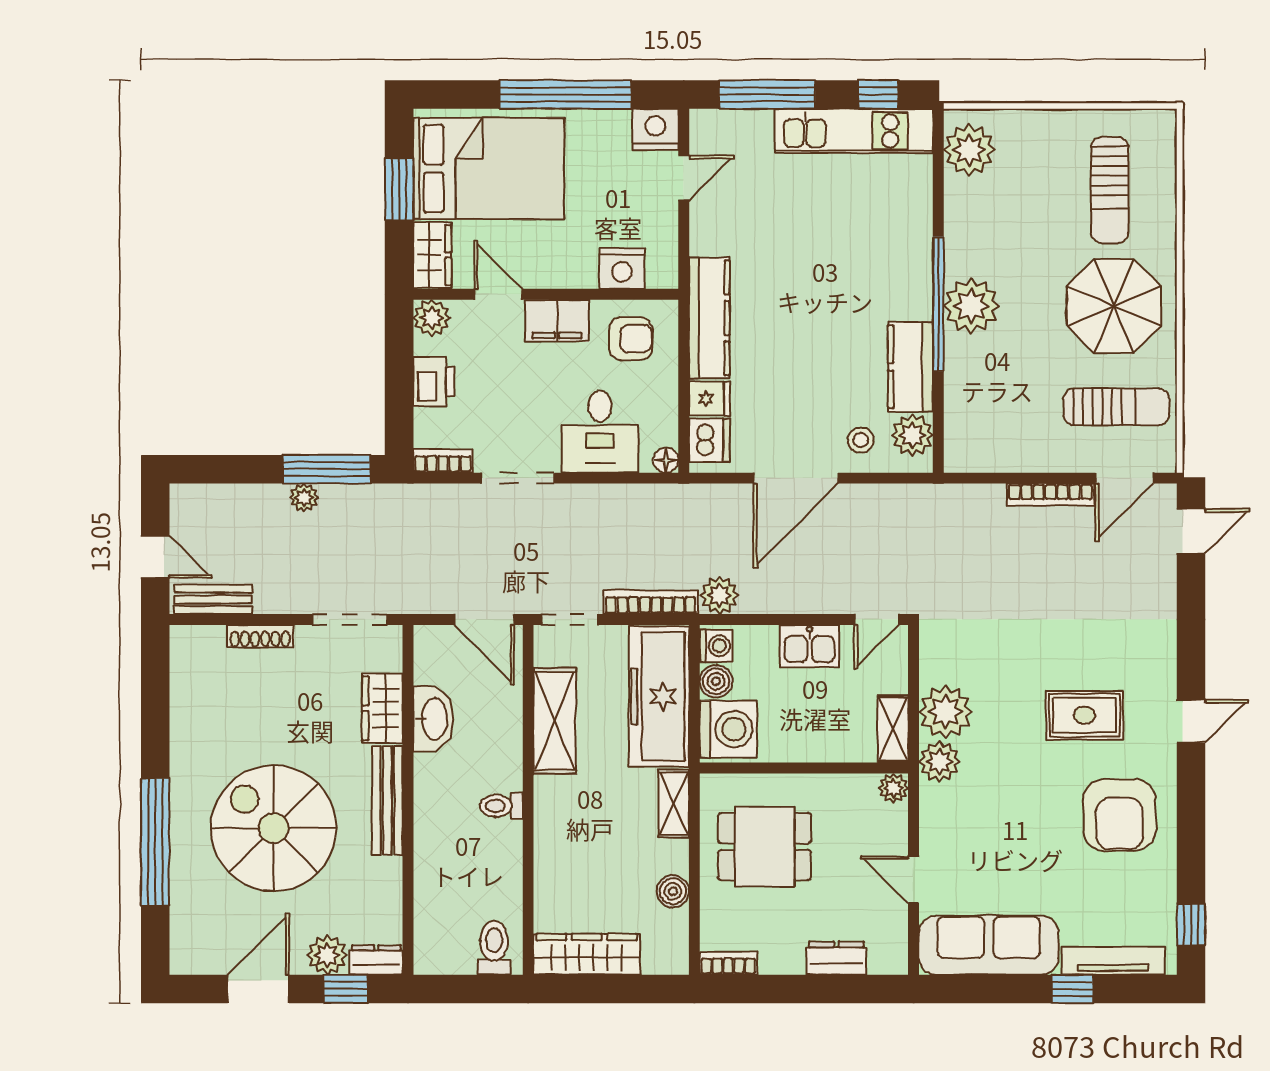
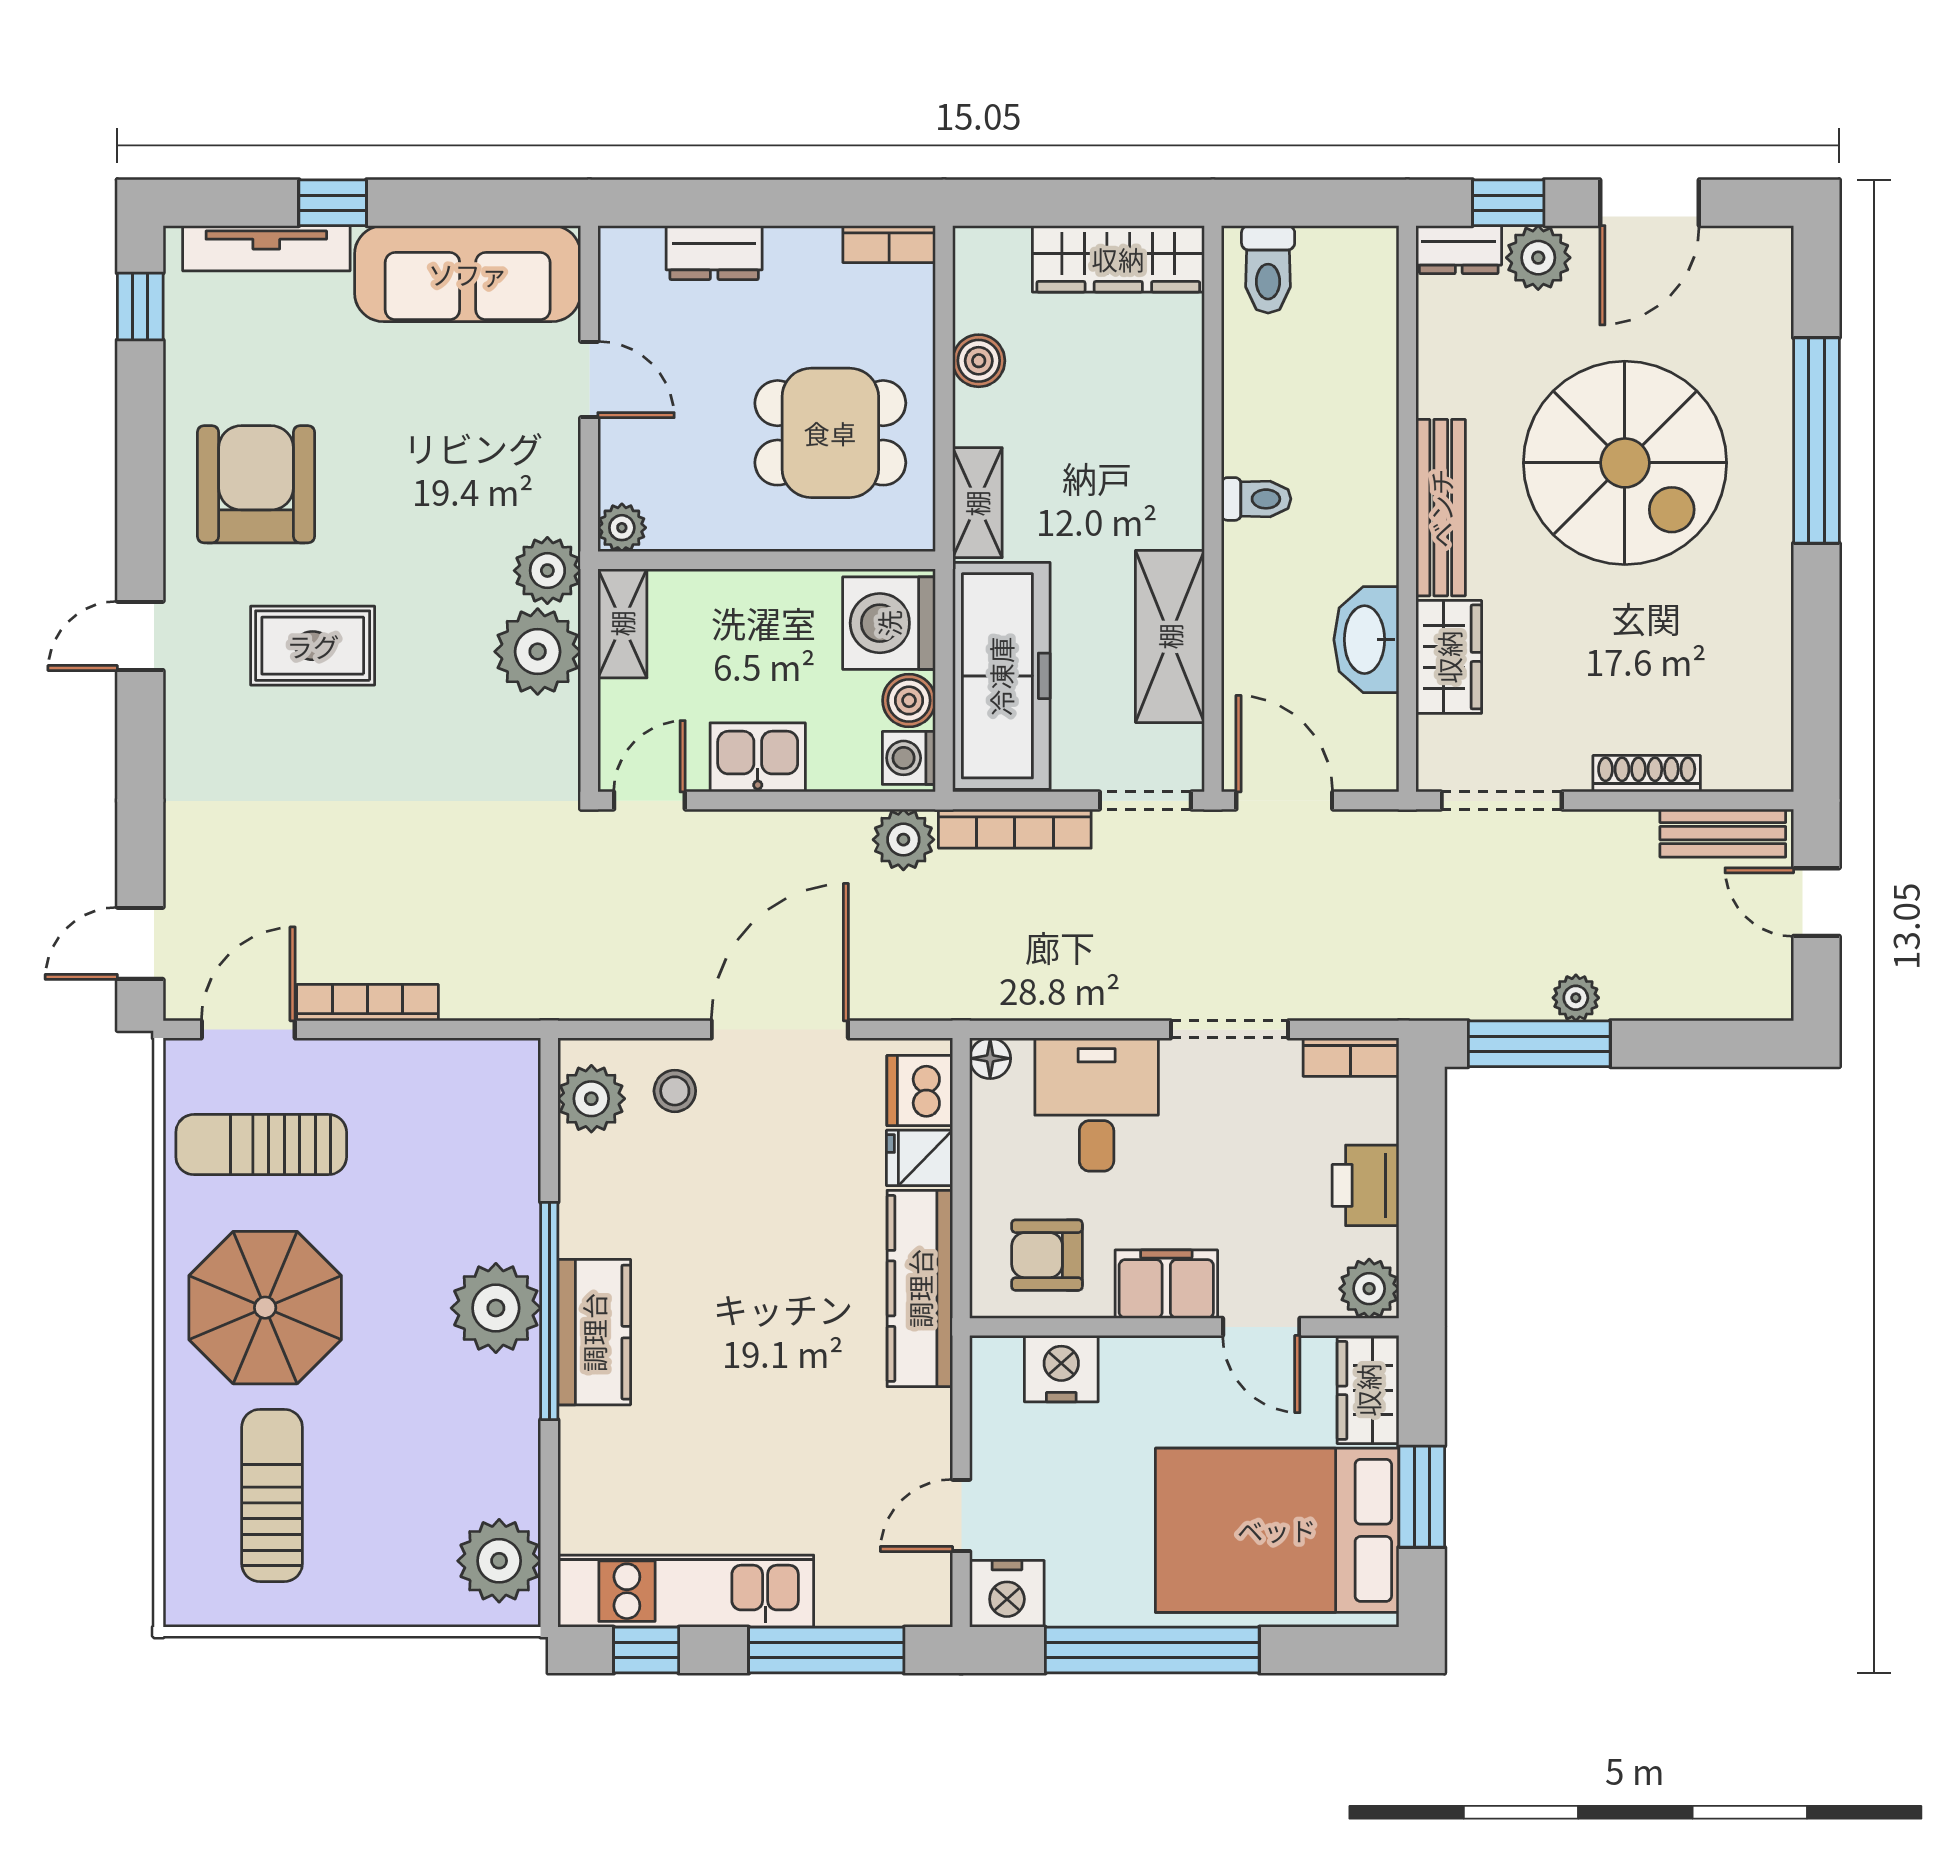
kitchen counter: (911, 367) -> (594, 1332), moved

